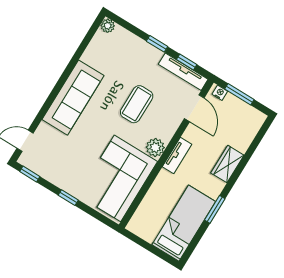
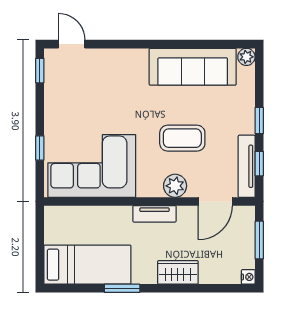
nightstand: (220, 93) -> (248, 277), moved
sofa: (73, 98) -> (193, 67), moved
plant: (155, 147) -> (175, 186), moved
window: (68, 198) -> (40, 148), moved

